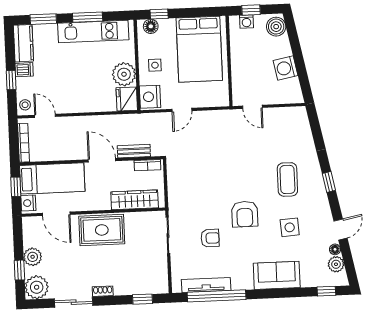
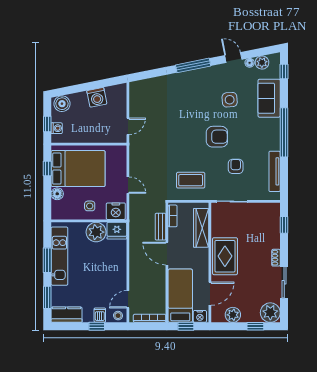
window: (159, 14) -> (47, 168), moved
floor lamp: (151, 26) -> (57, 194), moved
dishwasher: (24, 70) -> (100, 315), moved
door: (102, 160) -> (167, 254), hinge flipped
coffee table: (287, 179) -> (191, 180), moved
window: (329, 182) -> (193, 65), width x2.17
plant: (33, 257) -> (233, 315), moved
sofa: (277, 275) -> (269, 98), moved
window: (217, 296) -> (284, 132), moved

